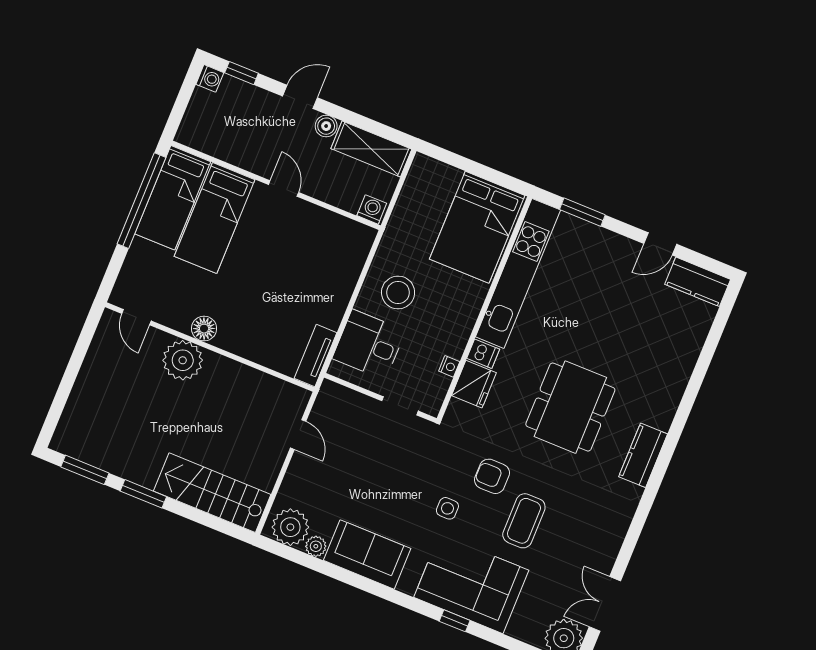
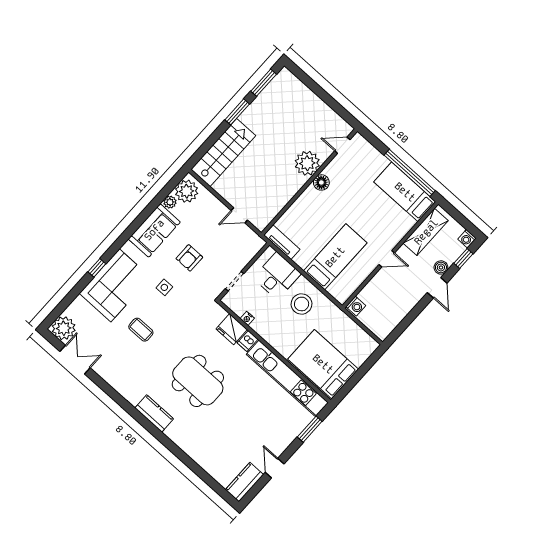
boiler: (326, 126) -> (441, 267), moved
shelving: (371, 149) -> (426, 232), moved
bed: (215, 218) -> (335, 257), moved, turned 90
armchair: (492, 476) -> (189, 258), moved, turned 180
coffee table: (524, 521) -> (141, 330), width x0.73, depth x0.77

